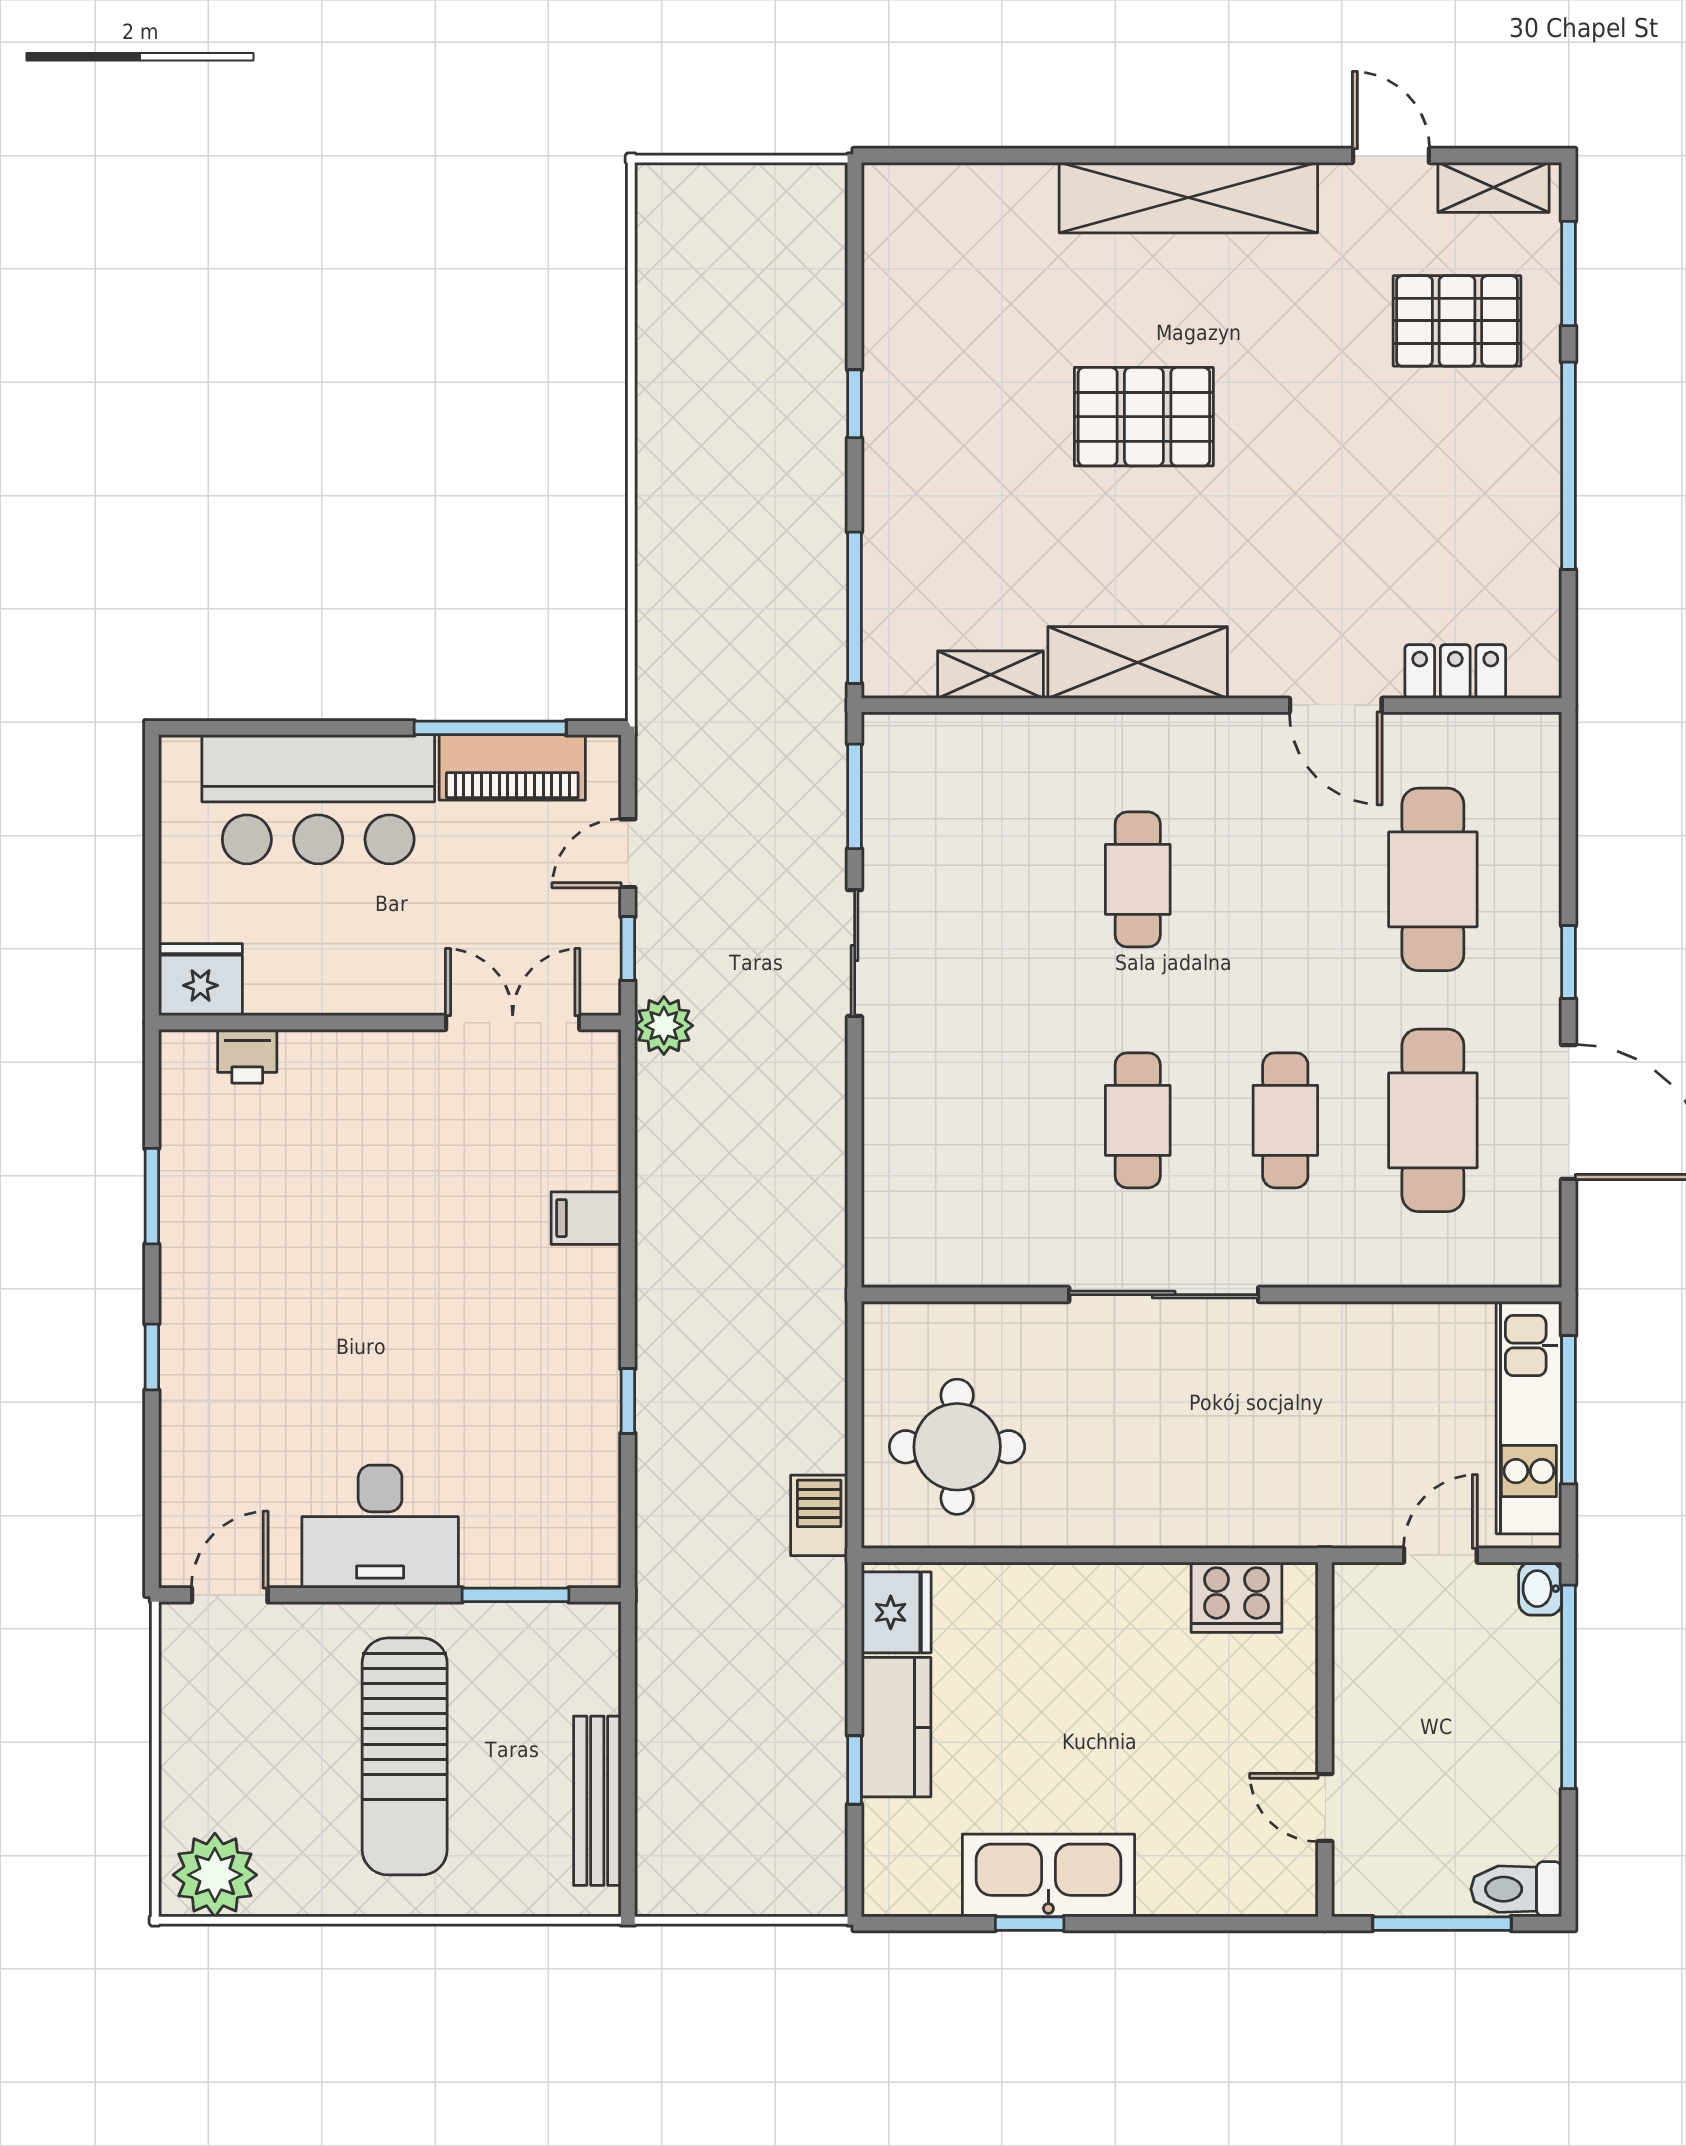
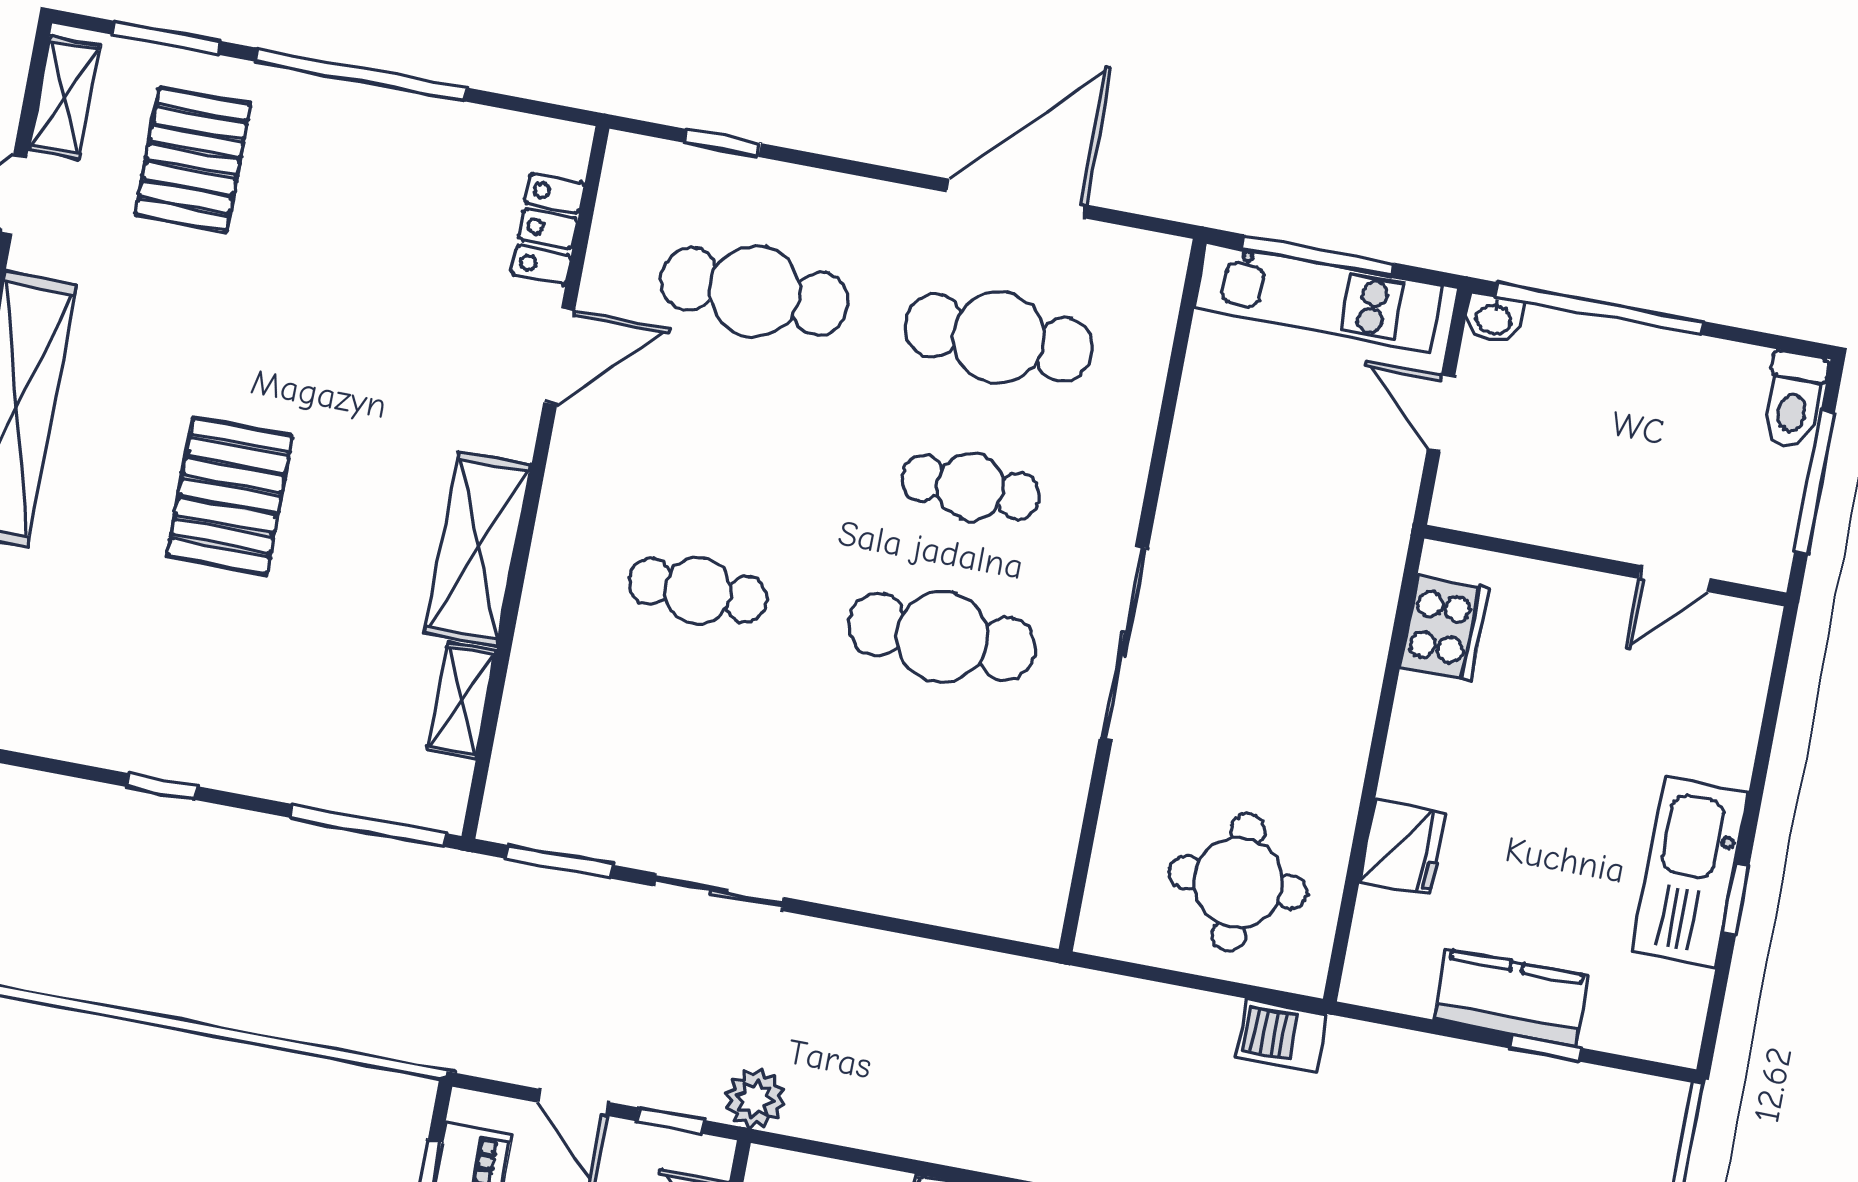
window: (1569, 962) -> (723, 143), moved
cafe table: (1138, 1120) -> (942, 637), width x1.37, depth x1.35
fridge: (896, 1612) -> (1402, 848), moved, turned 90

